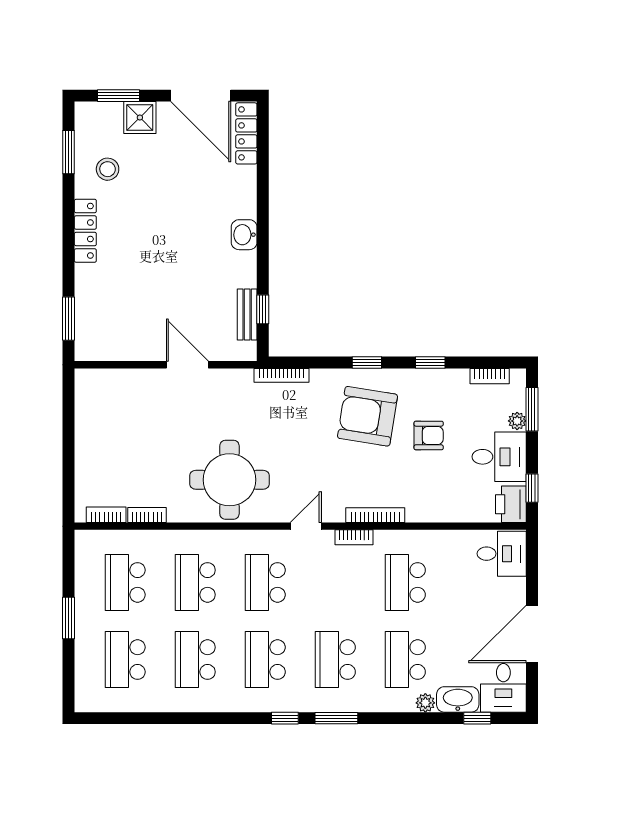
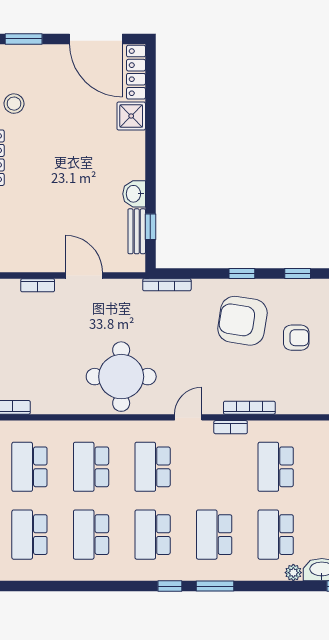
shower: (140, 118) -> (131, 116), moved
washbasin: (244, 235) -> (134, 194), moved
bookcase: (147, 515) -> (38, 285), moved, turned 180

